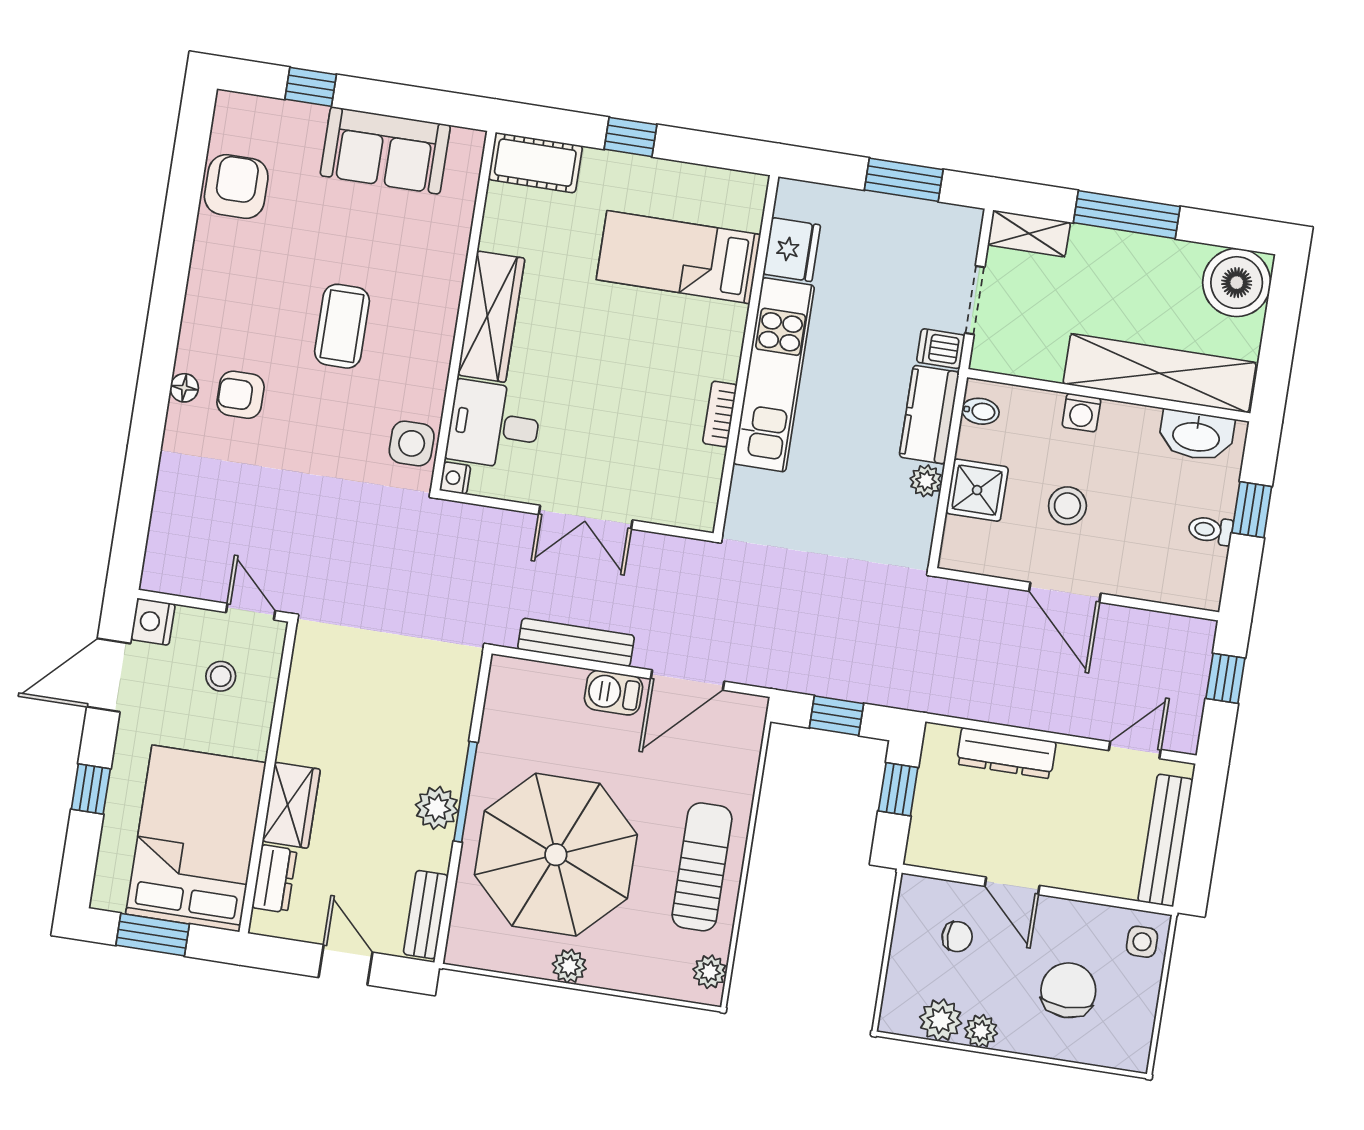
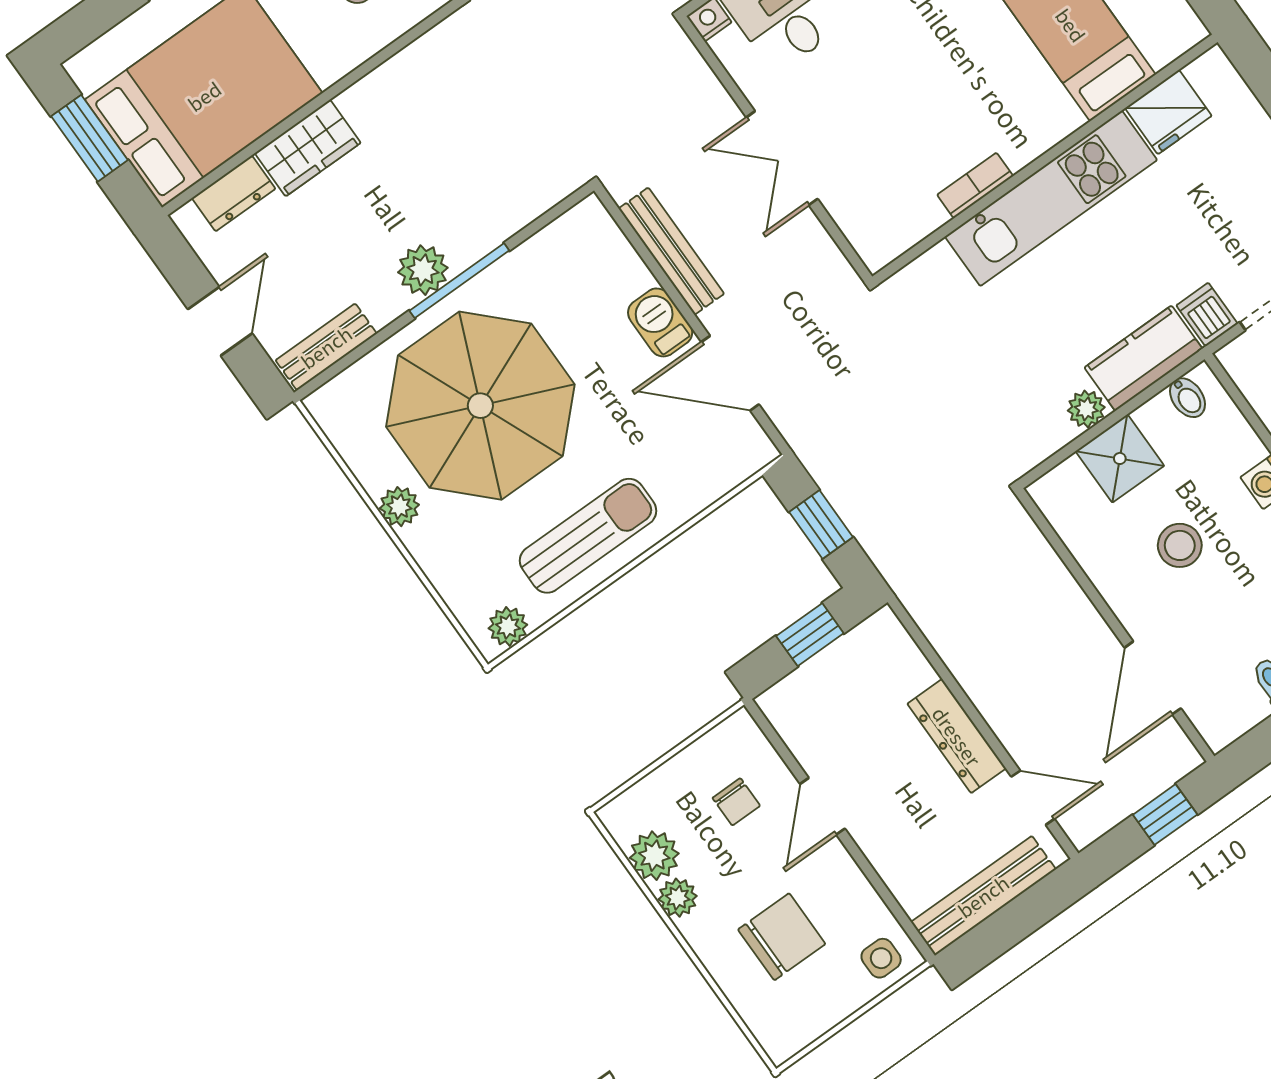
door: (1065, 592) -> (1153, 678), moved
dresser: (1006, 753) -> (957, 736), moved

